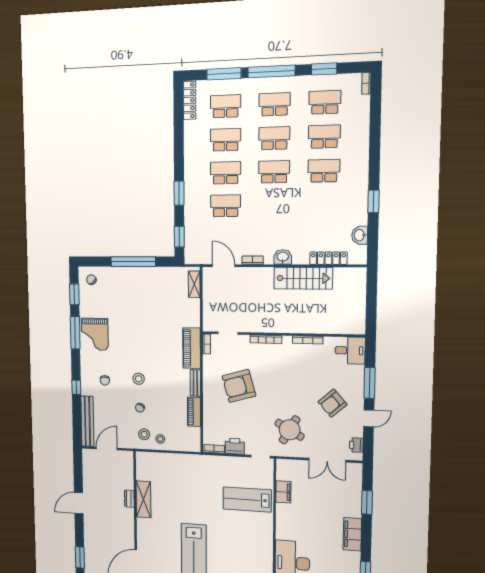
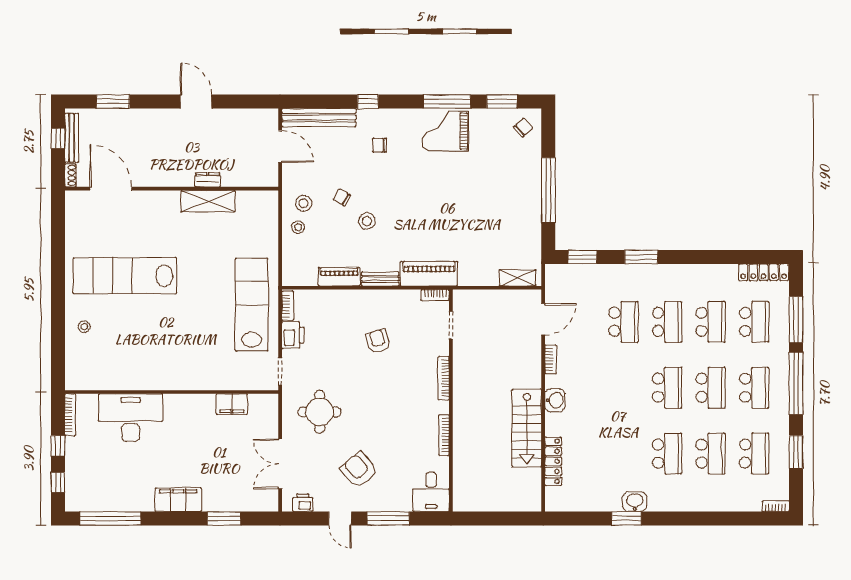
washbasin: (360, 235) -> (635, 502), moved
stool: (139, 379) -> (367, 221), moved
armchair: (239, 386) -> (378, 341), width x0.53, depth x0.53
round table: (290, 430) -> (320, 412), turned -30
lab bench: (247, 499) -> (252, 304), moved, width x1.36

